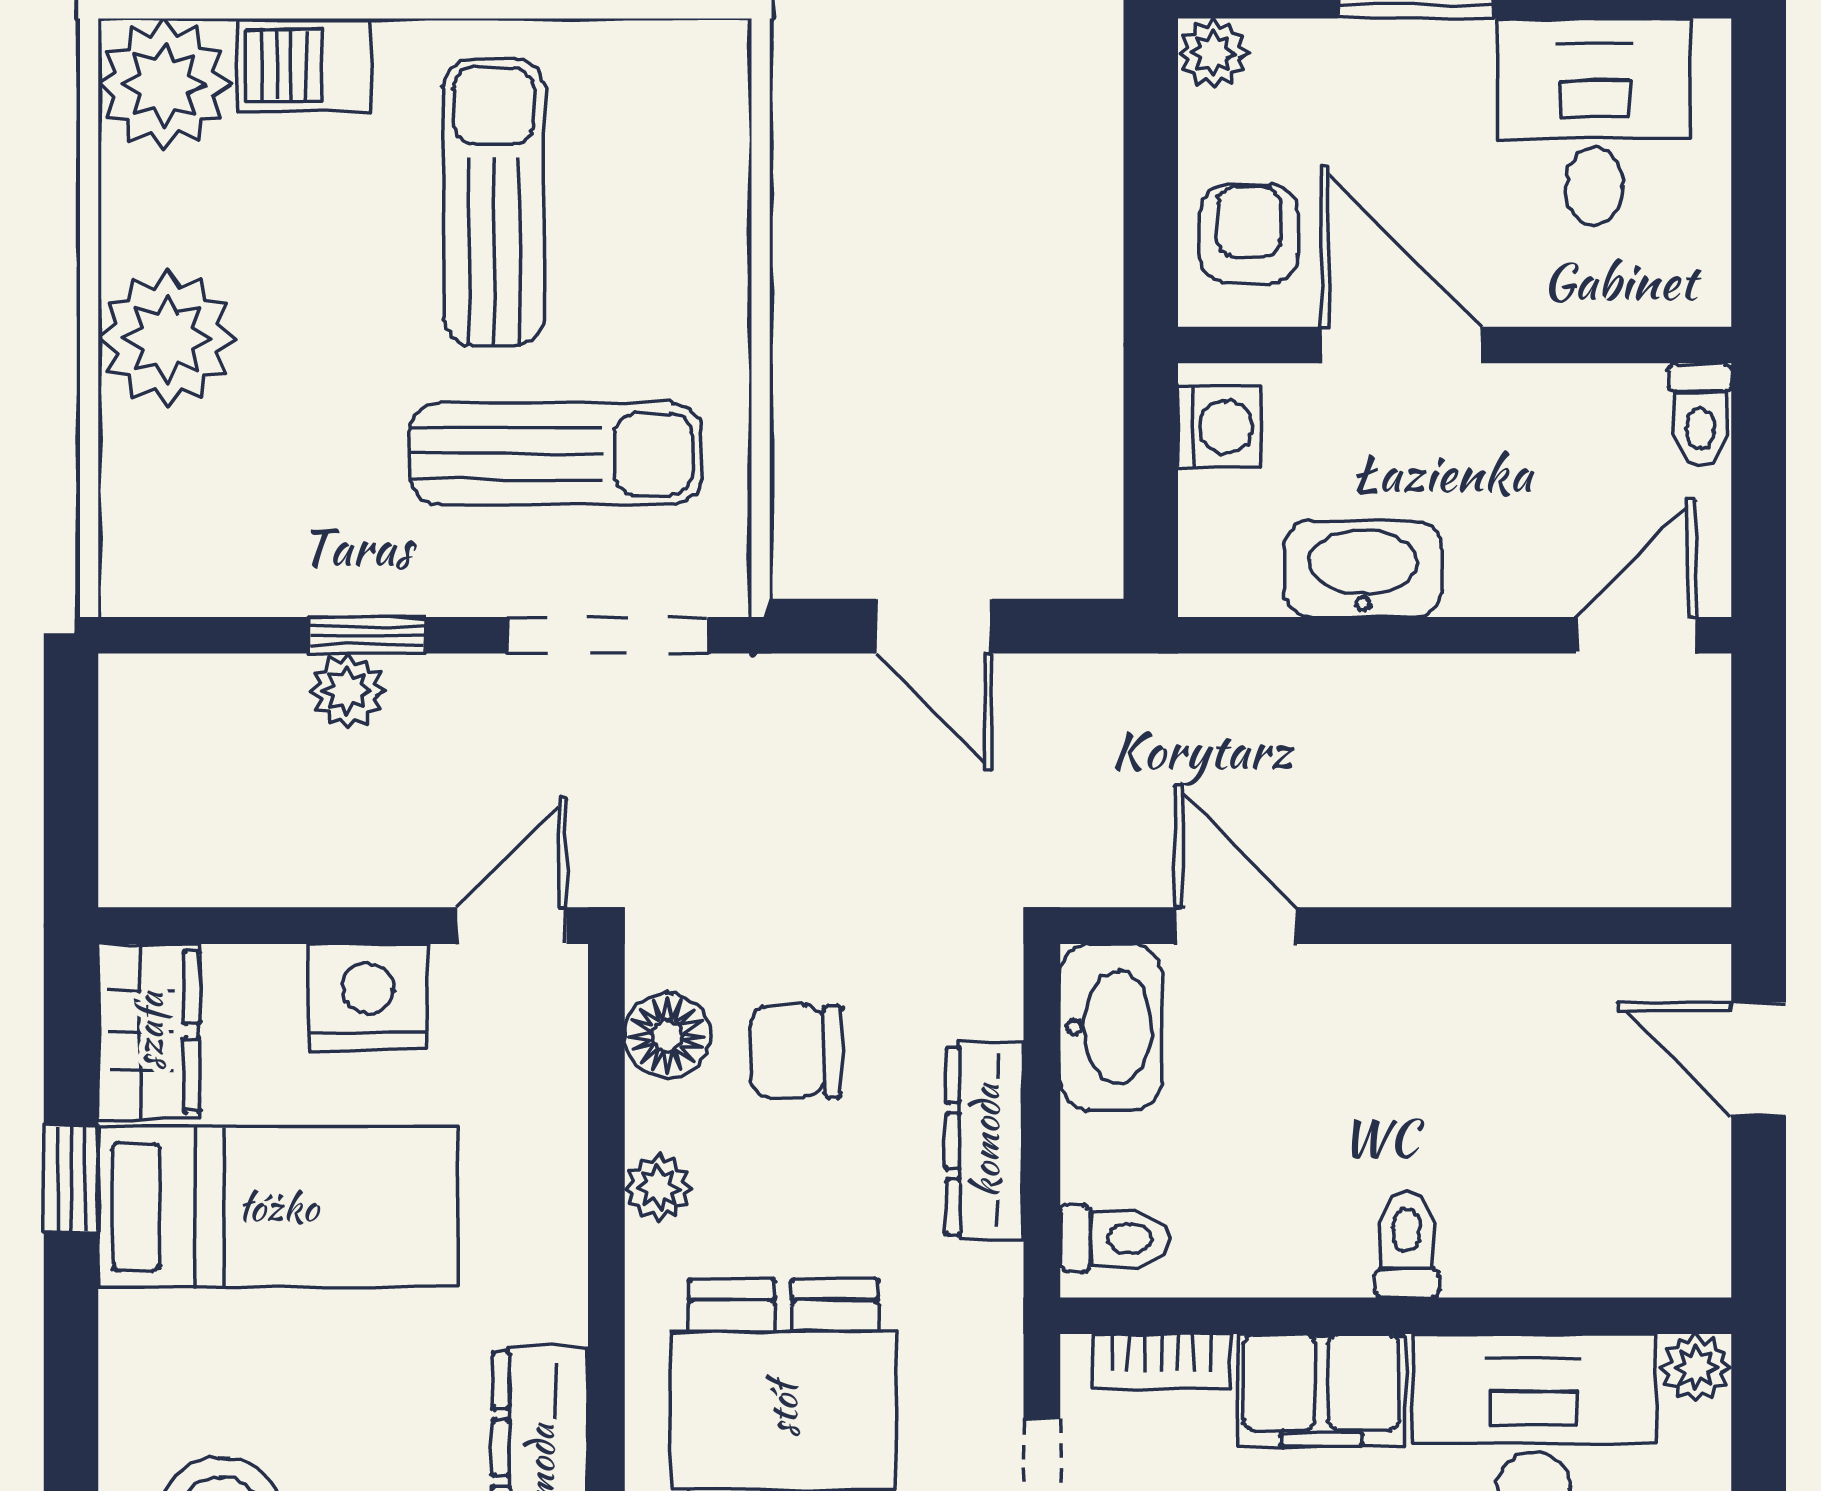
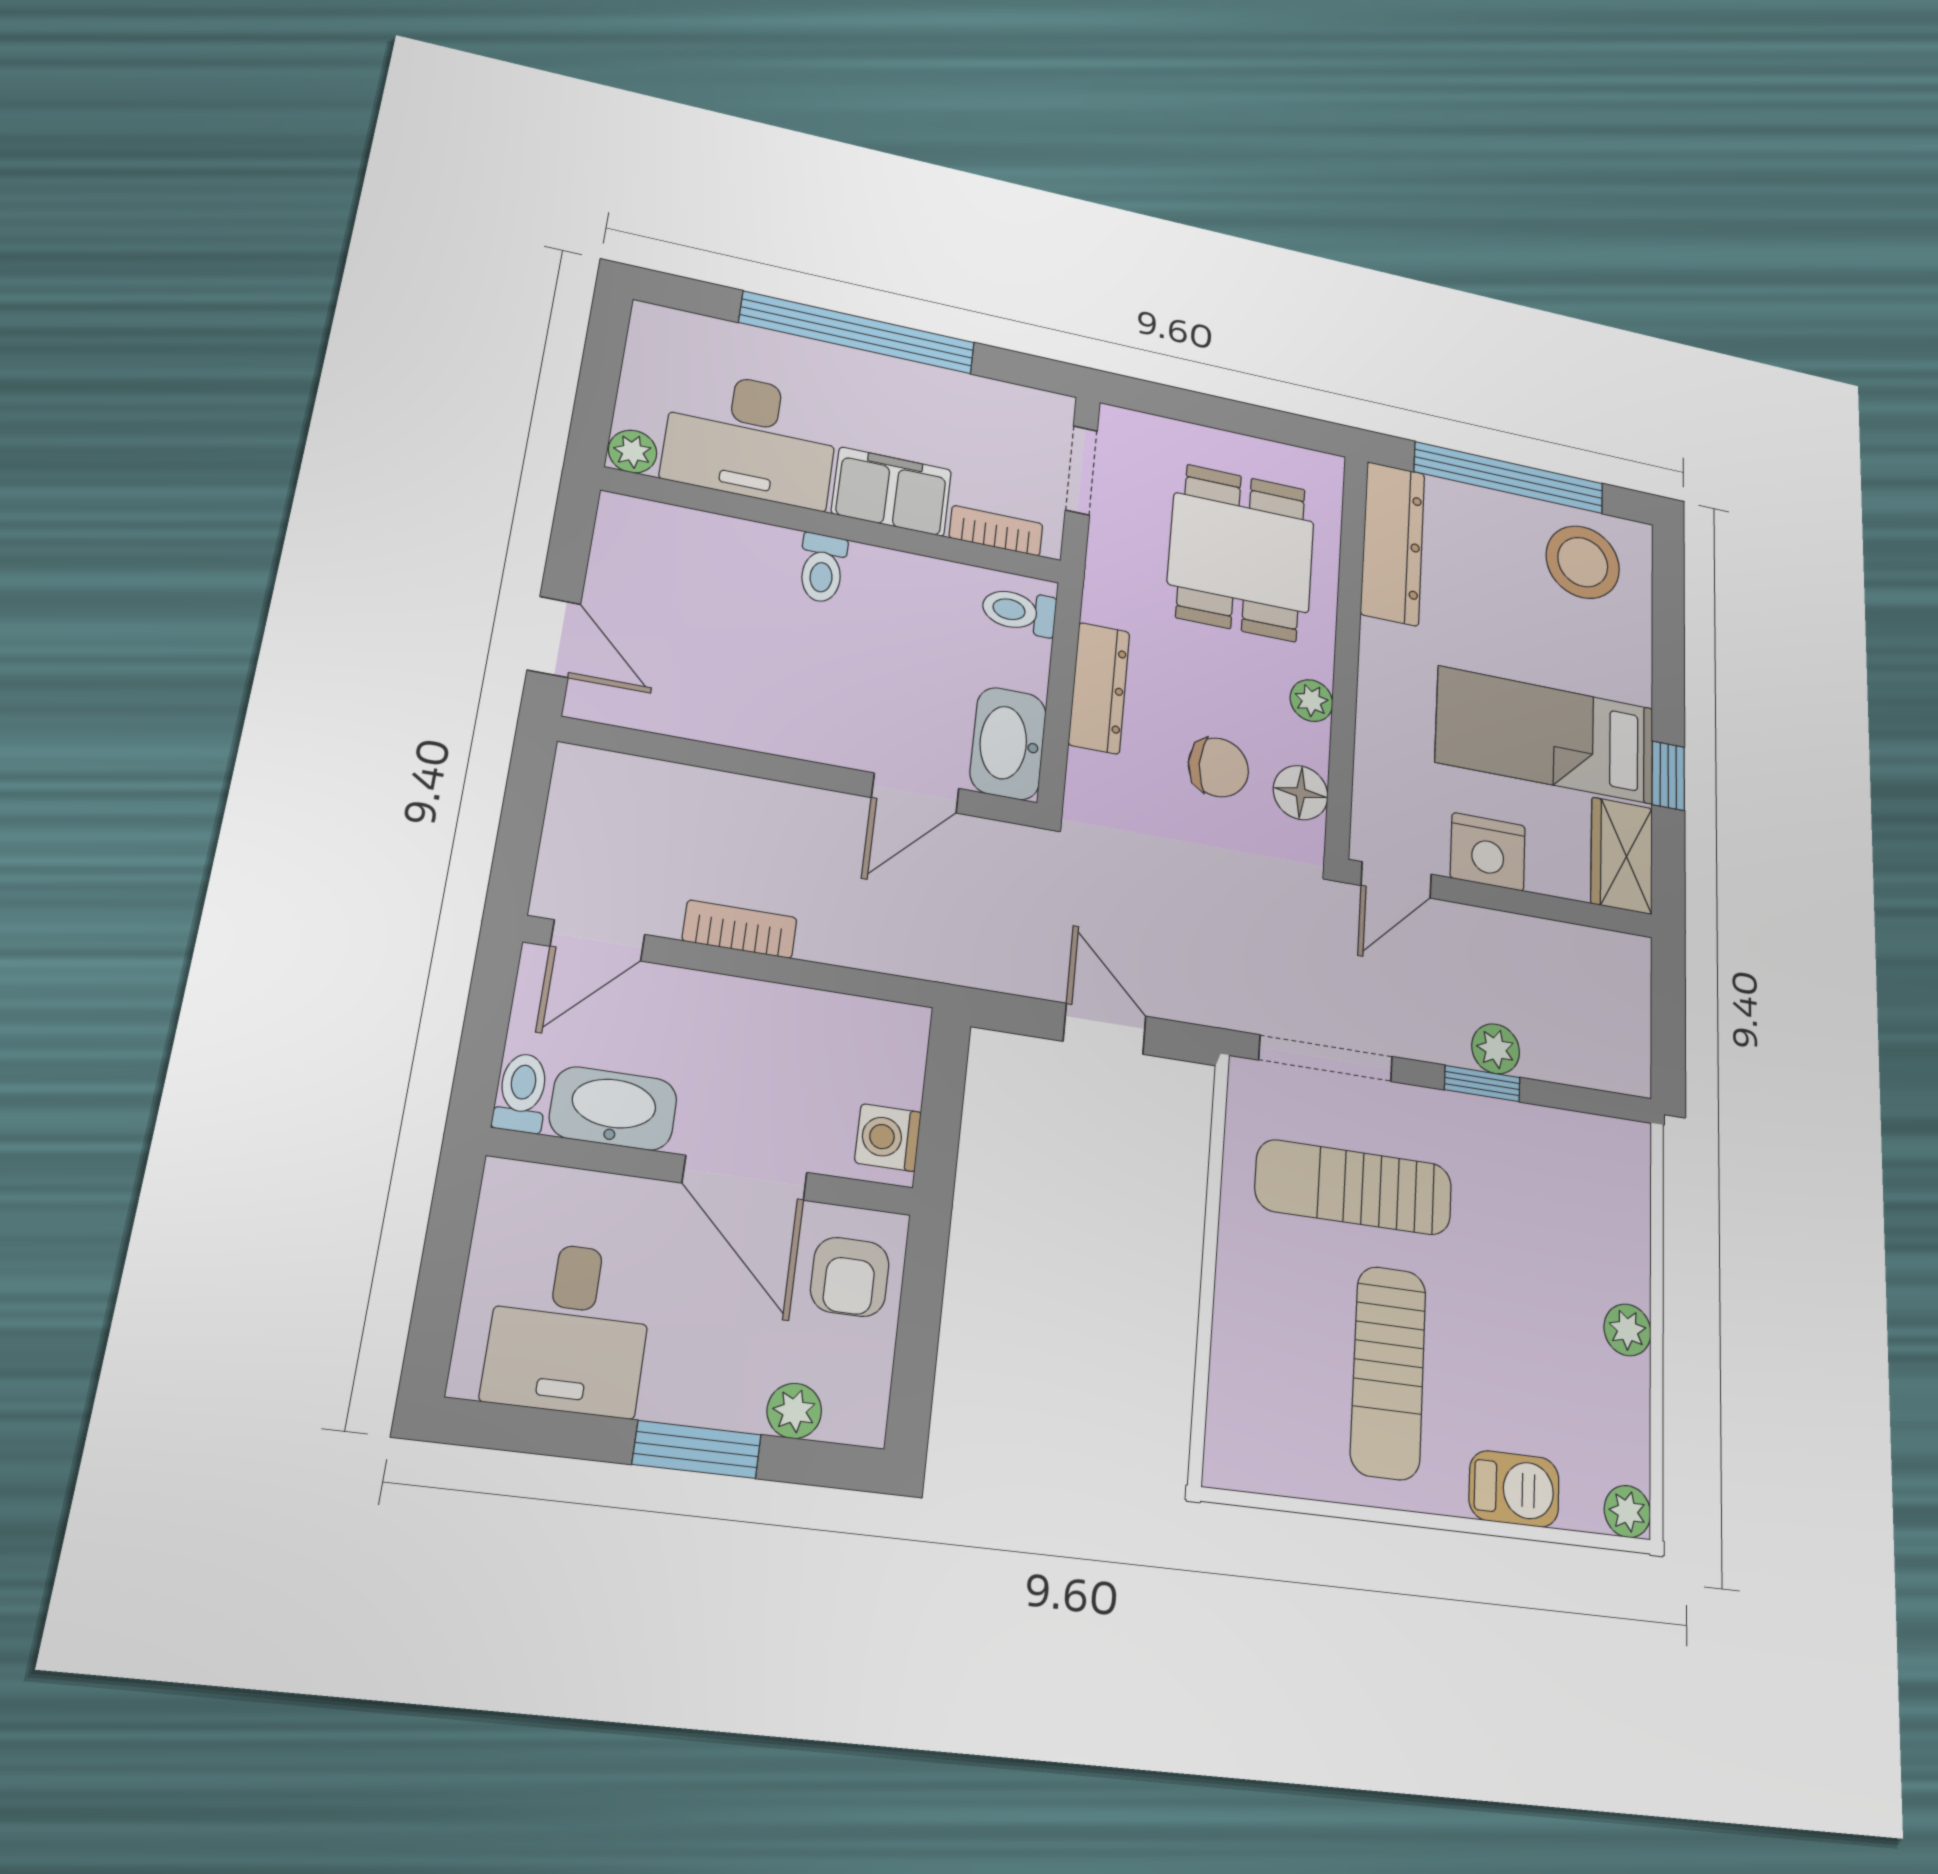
plant: (1213, 53) -> (794, 1411), moved
plant: (164, 84) -> (1627, 1511), width x0.53, depth x0.53
plant: (167, 339) -> (1628, 1330), width x0.53, depth x0.53
washbasin: (1363, 569) -> (613, 1109), moved, turned 180
bookcase: (1452, 683) -> (740, 929), added
door: (1236, 926) -> (915, 793), hinge flipped

